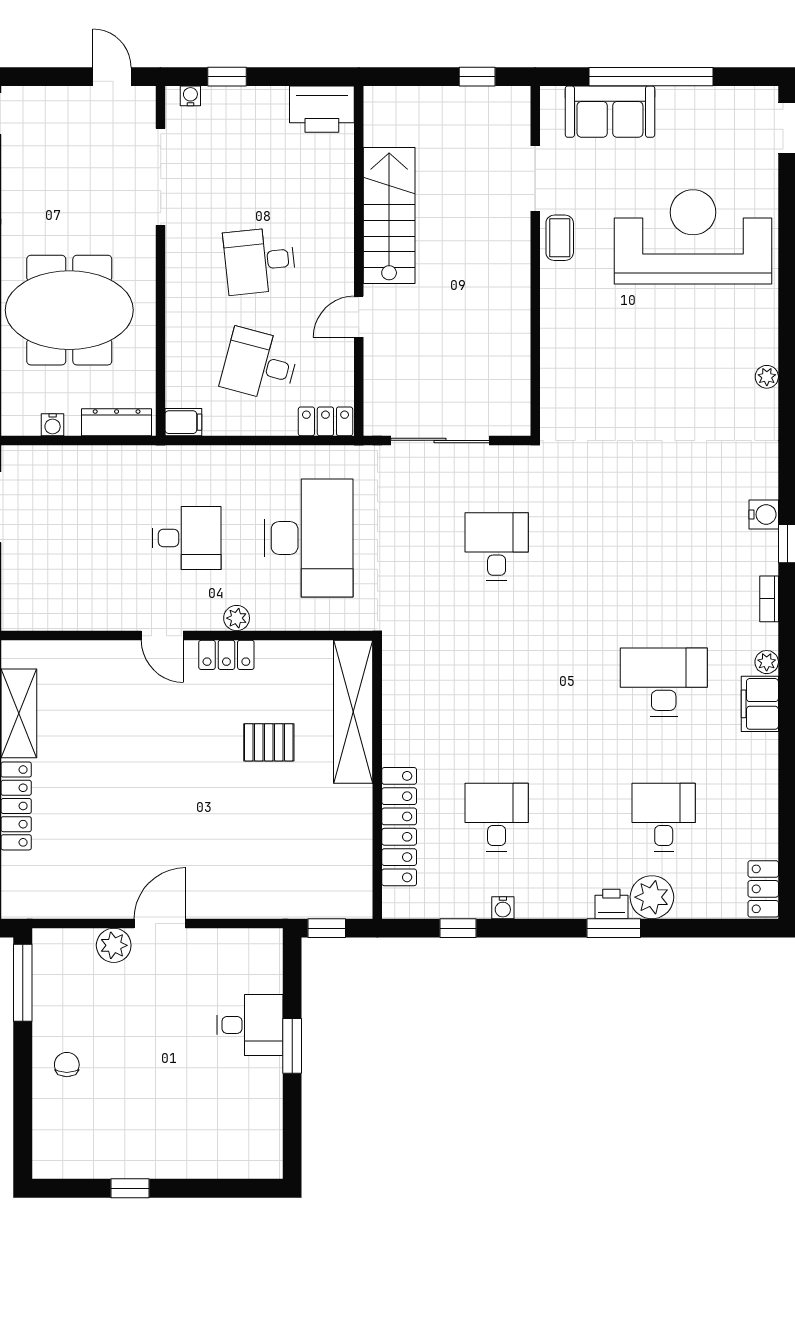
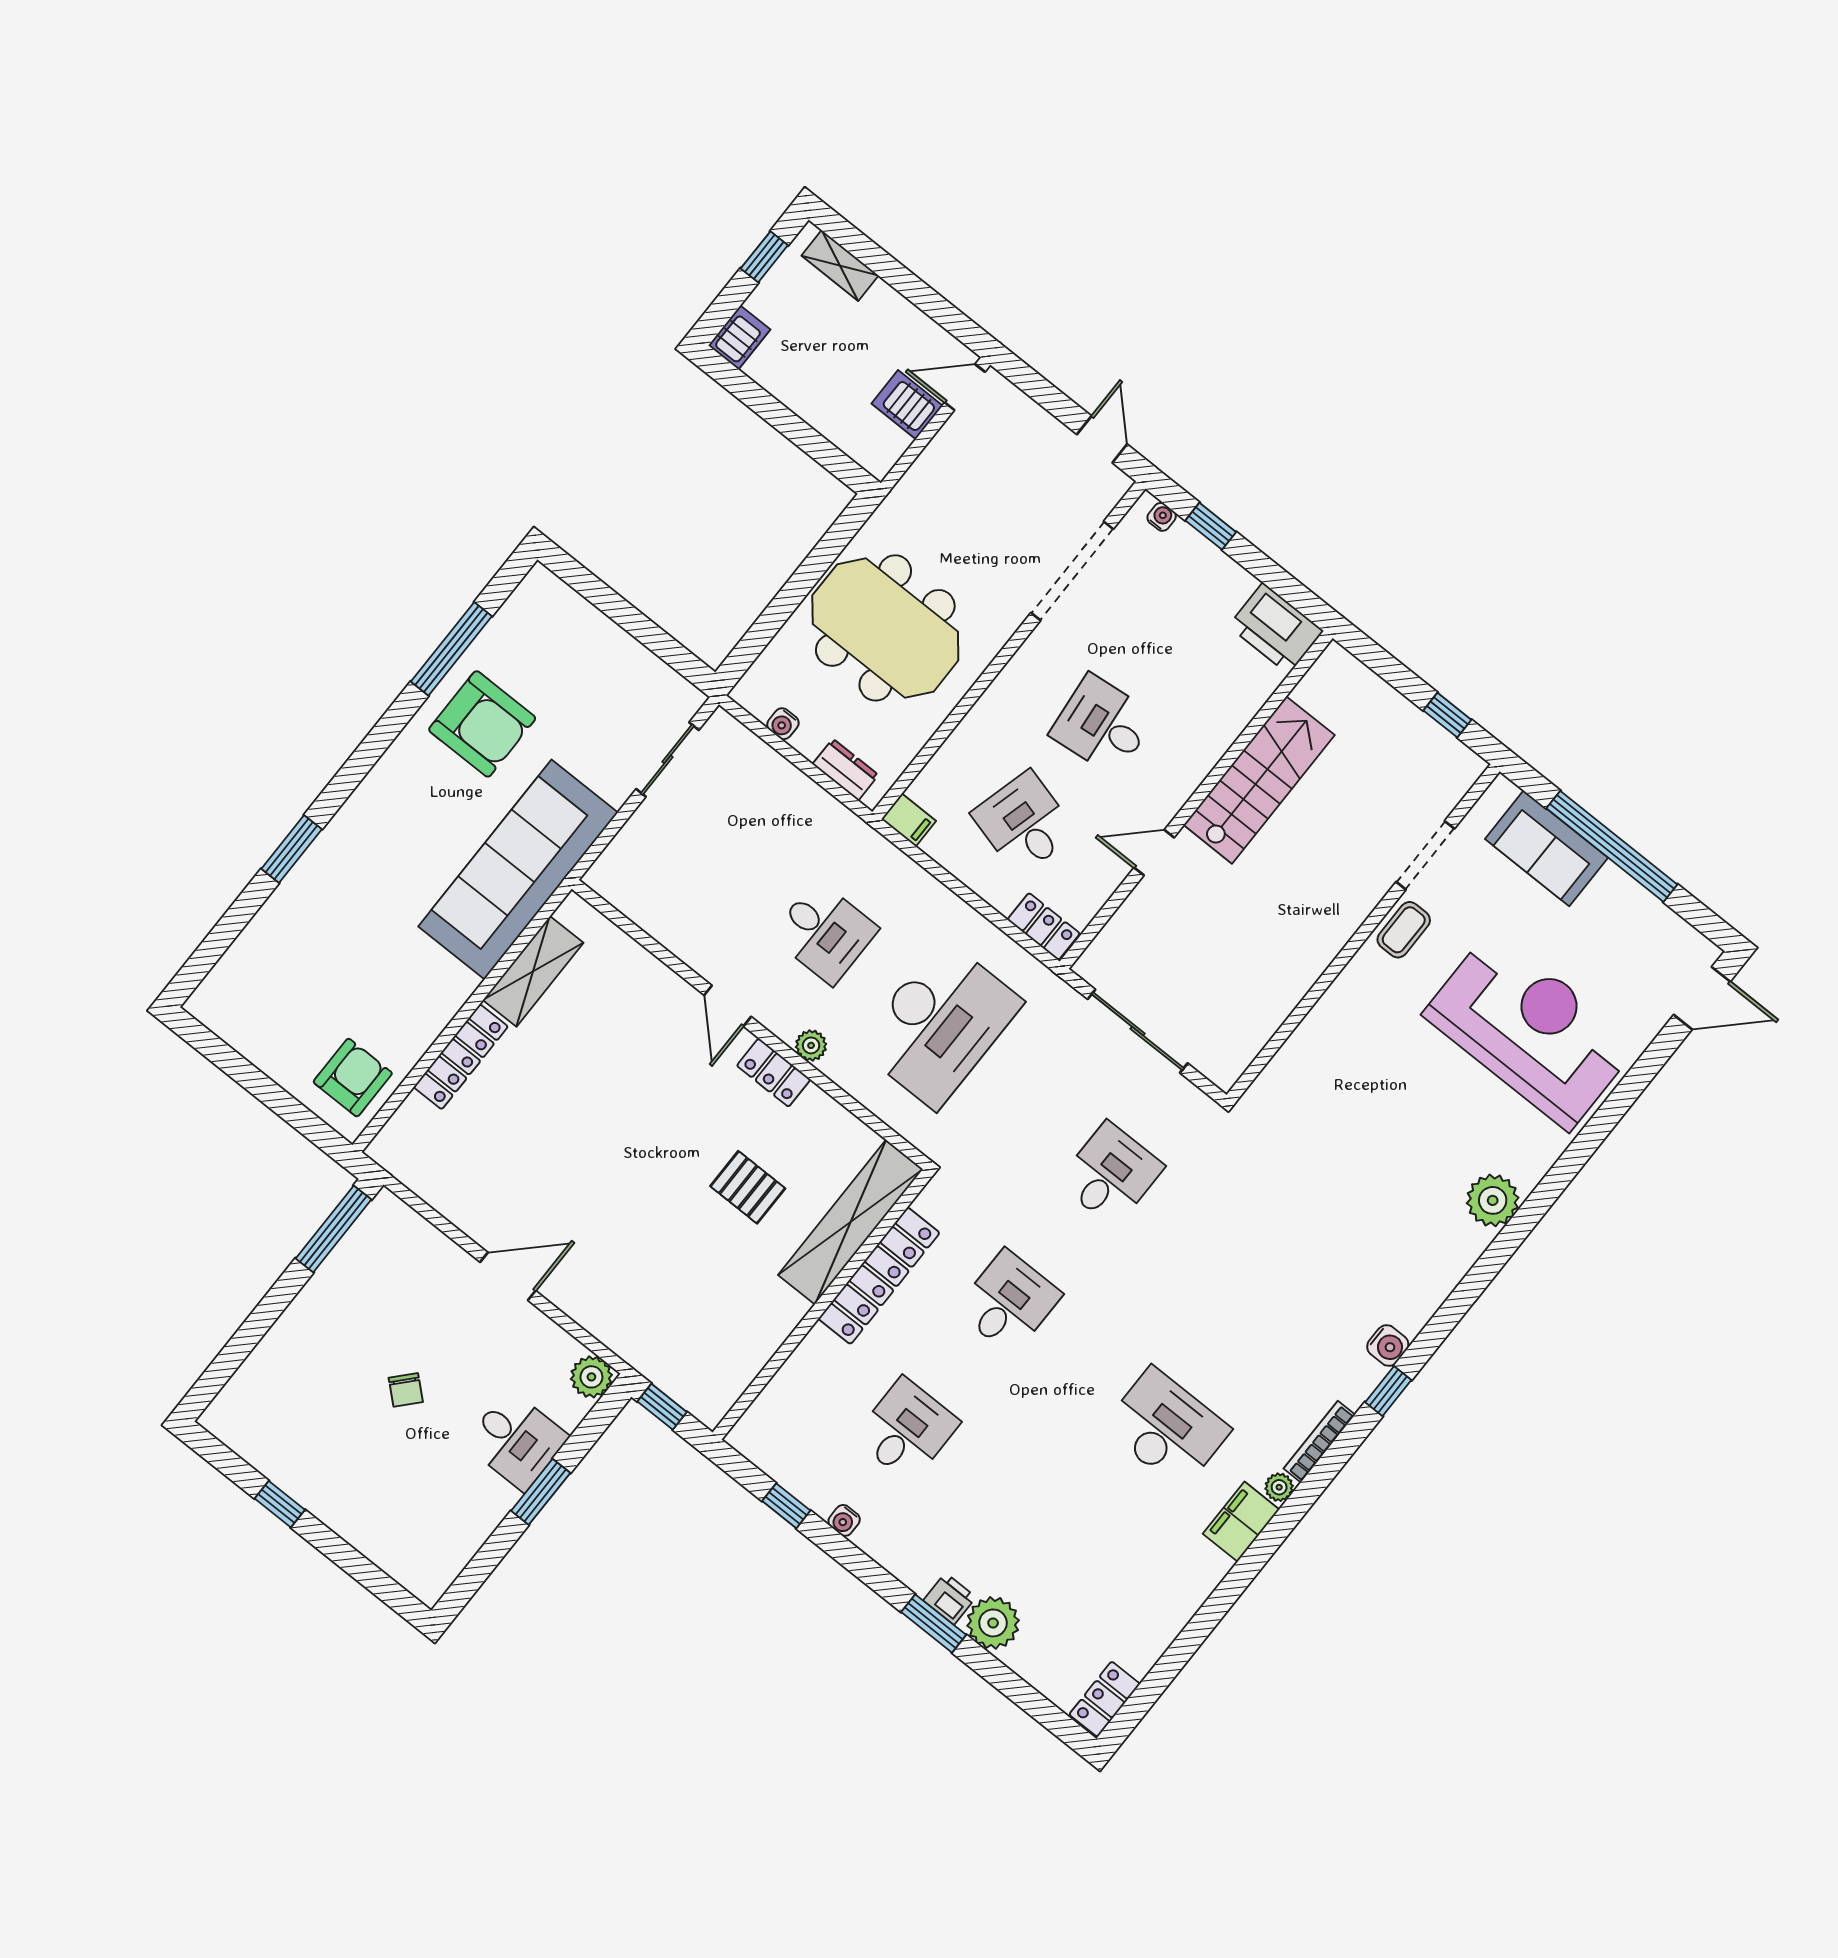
plant: (767, 377) -> (1493, 1200), width x1.88, depth x1.88
dresser: (117, 422) -> (845, 770), width x0.70
bookcase: (769, 599) -> (1319, 1442), width x1.56
desk: (664, 817) -> (1009, 1302), moved
locker: (399, 827) -> (879, 1276), moved
plant: (114, 945) -> (591, 1377), moved
chair: (67, 1065) -> (406, 1390), moved, turned 132

